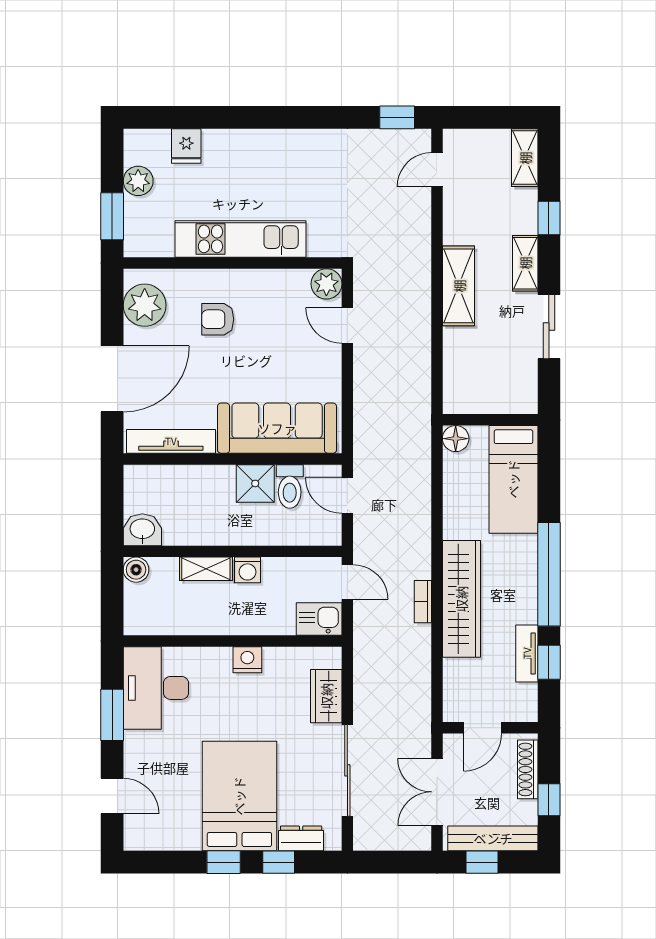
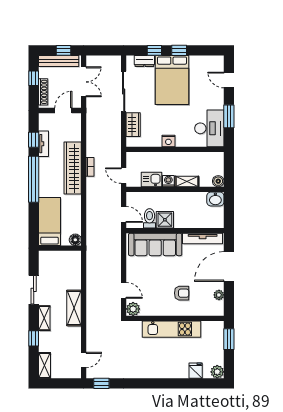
plant: (138, 181) -> (217, 372), moved
plant: (145, 305) -> (219, 295), width x0.53, depth x0.53
kitchen sink: (319, 619) -> (151, 180), moved, turned 180

